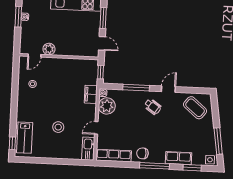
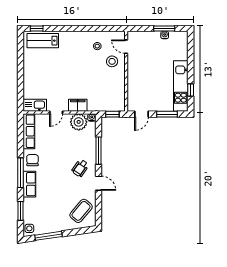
plant: (49, 49) -> (133, 61), removed
filing cabinet: (91, 94) -> (78, 105), moved
stool: (58, 127) -> (112, 61), moved
door: (96, 128) -> (56, 112), swing flipped
row of seats: (179, 158) -> (29, 184), moved

